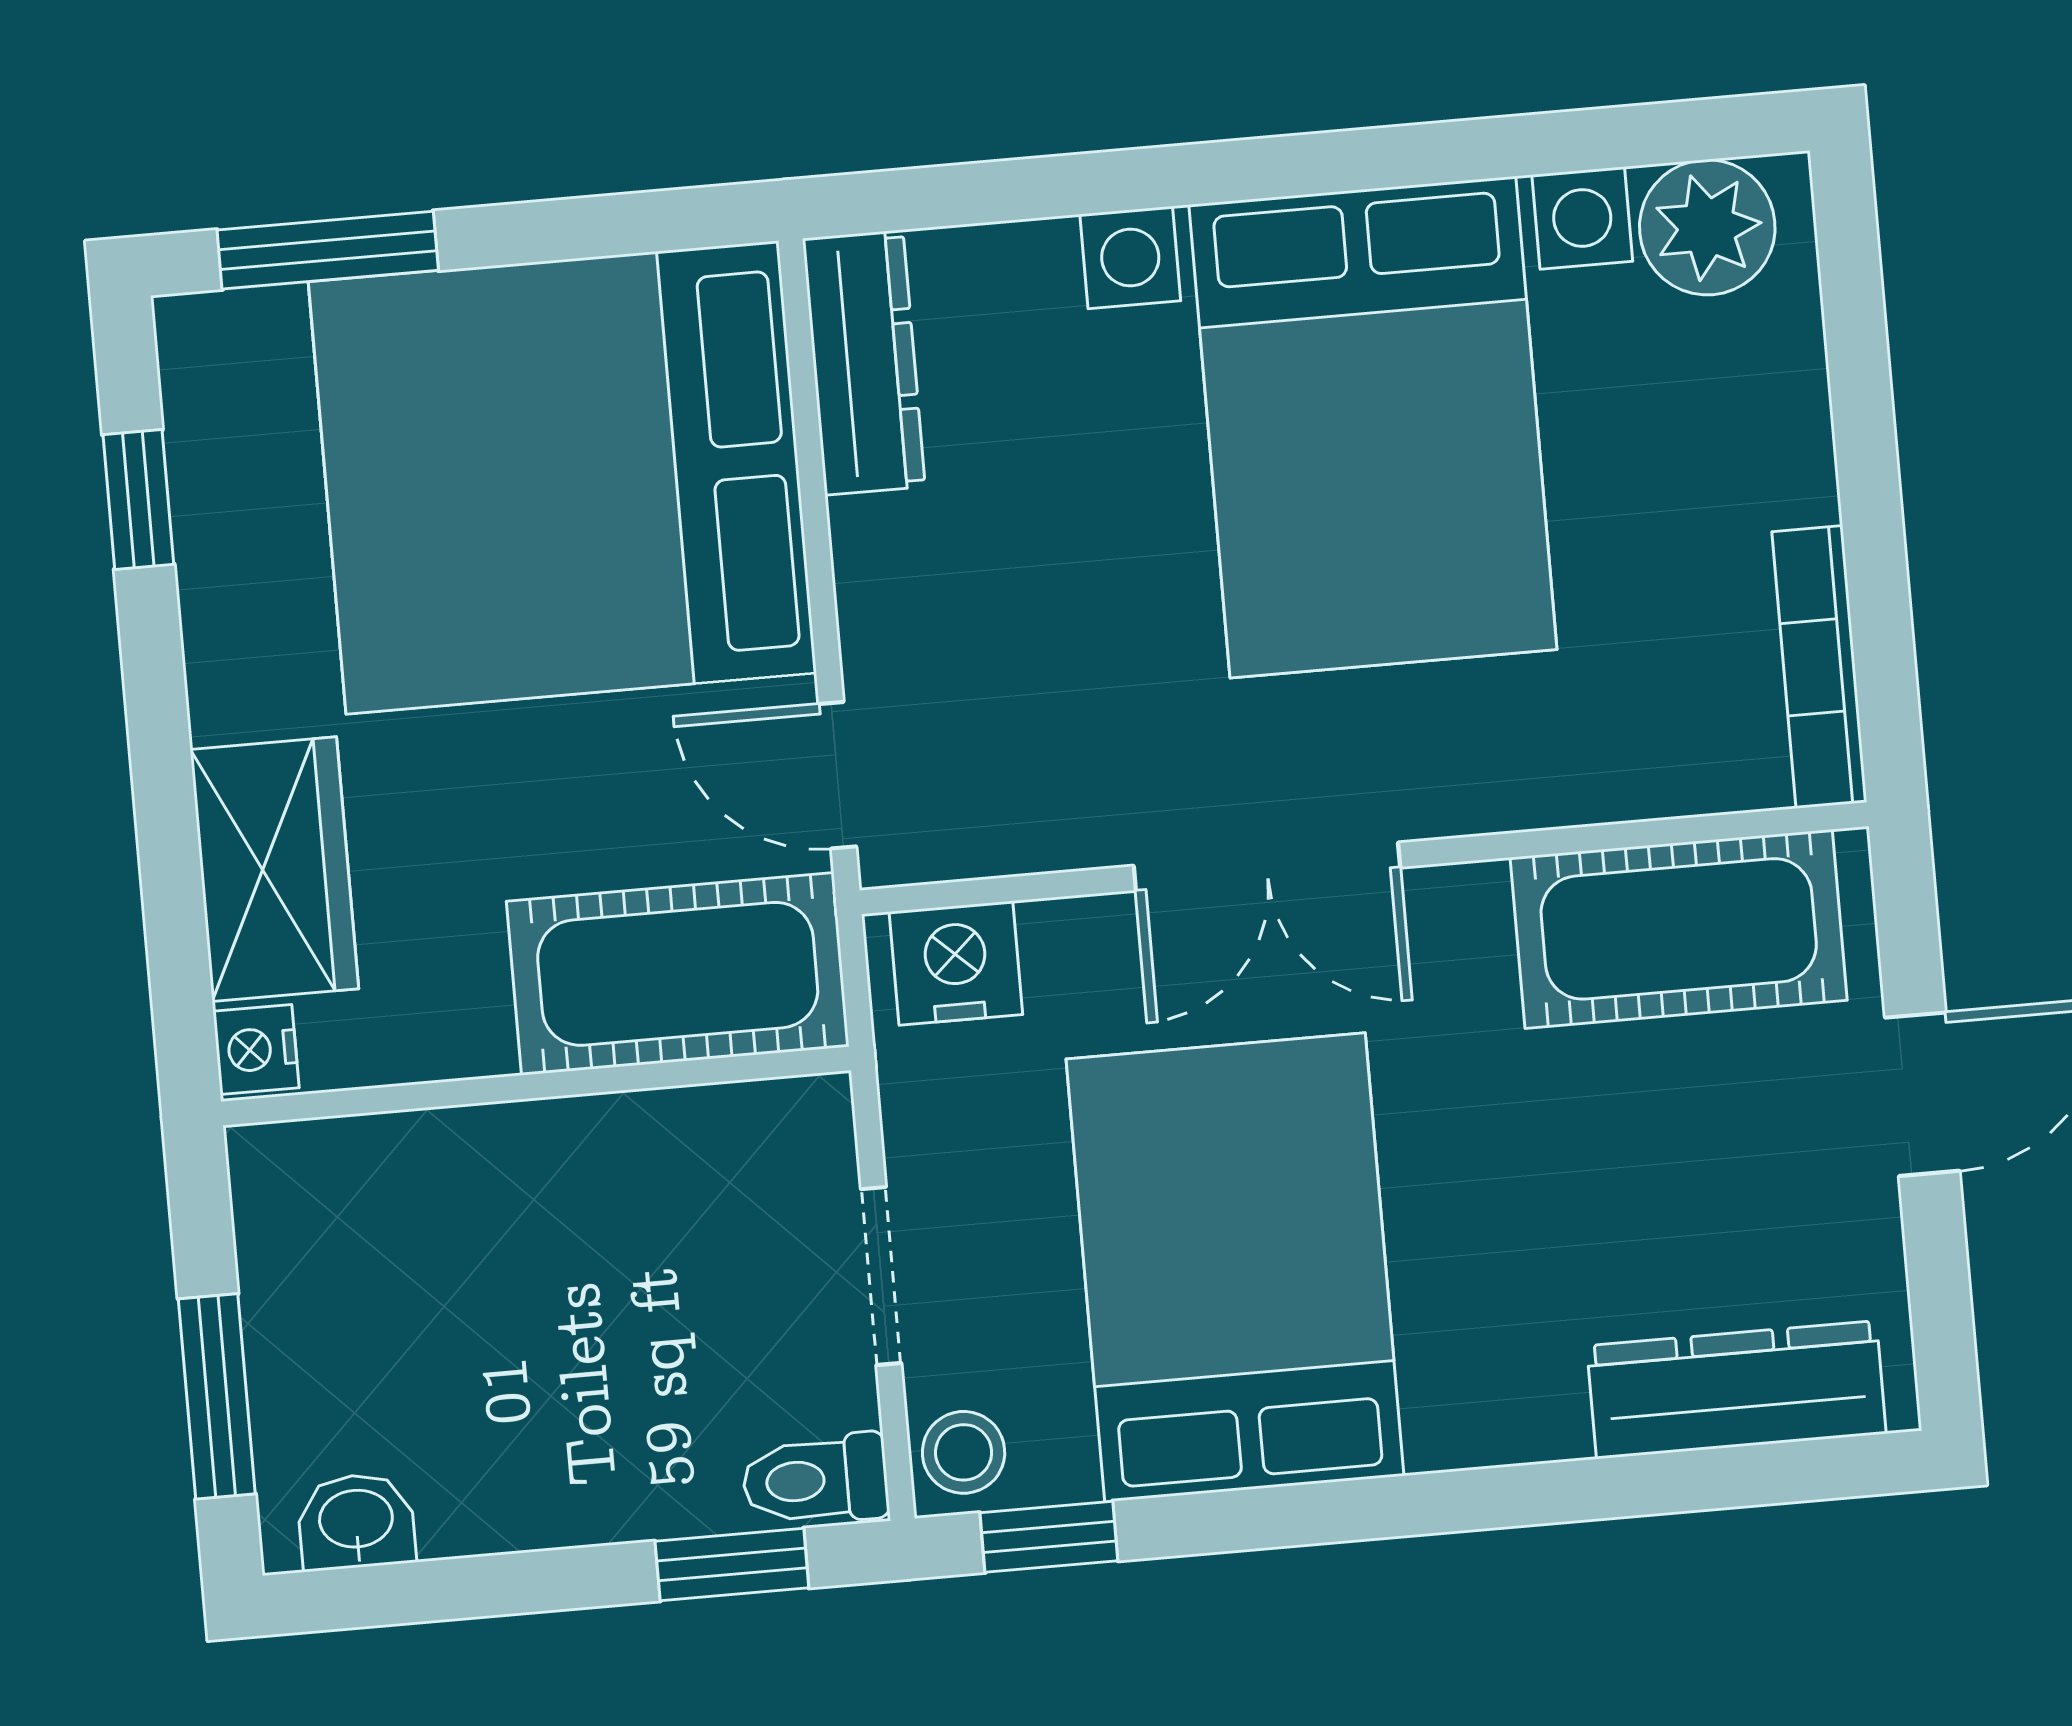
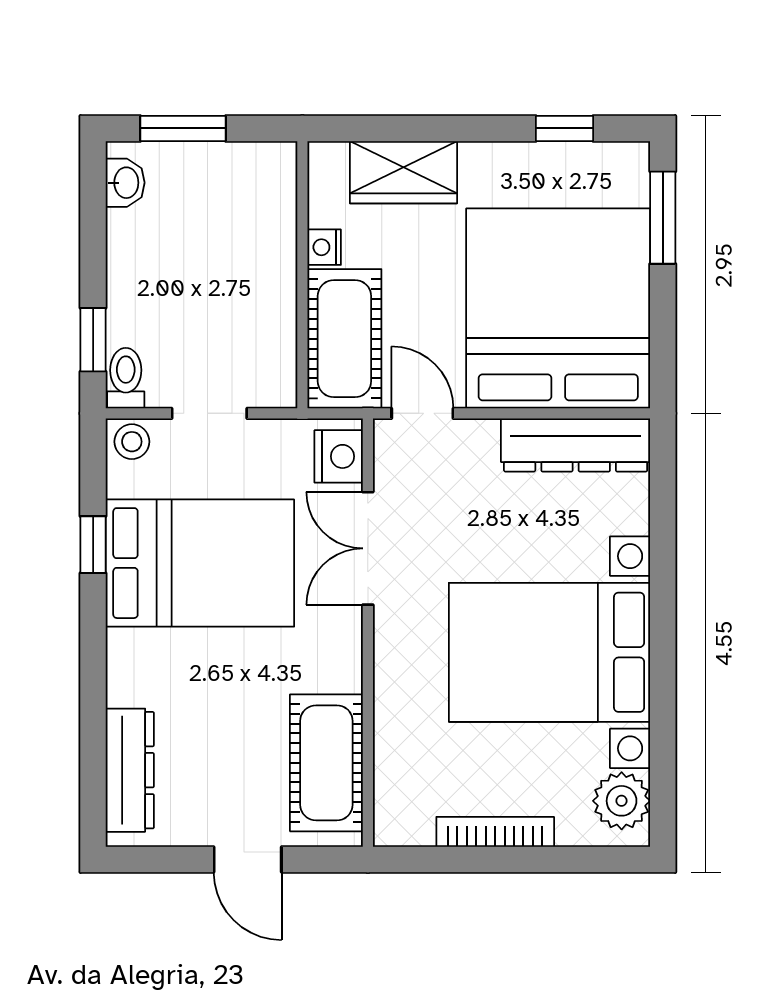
dresser: (864, 363) -> (576, 445), width x1.37, depth x1.24
bookcase: (1819, 667) -> (495, 832), moved
door: (837, 775) -> (422, 413), hinge flipped
double door: (1267, 867) -> (368, 548), moved
nightstand: (256, 1049) -> (324, 247), moved, turned -90
window: (1049, 1537) -> (93, 545), moved

